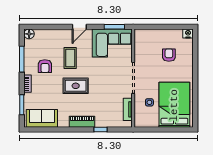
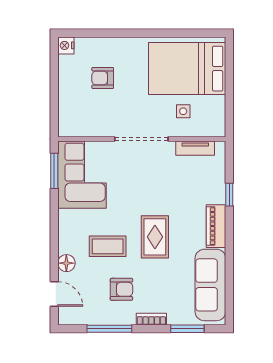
door: (79, 27) -> (54, 294), moved
floor lamp: (29, 34) -> (66, 263), moved
sofa: (42, 118) -> (210, 285), width x1.36

